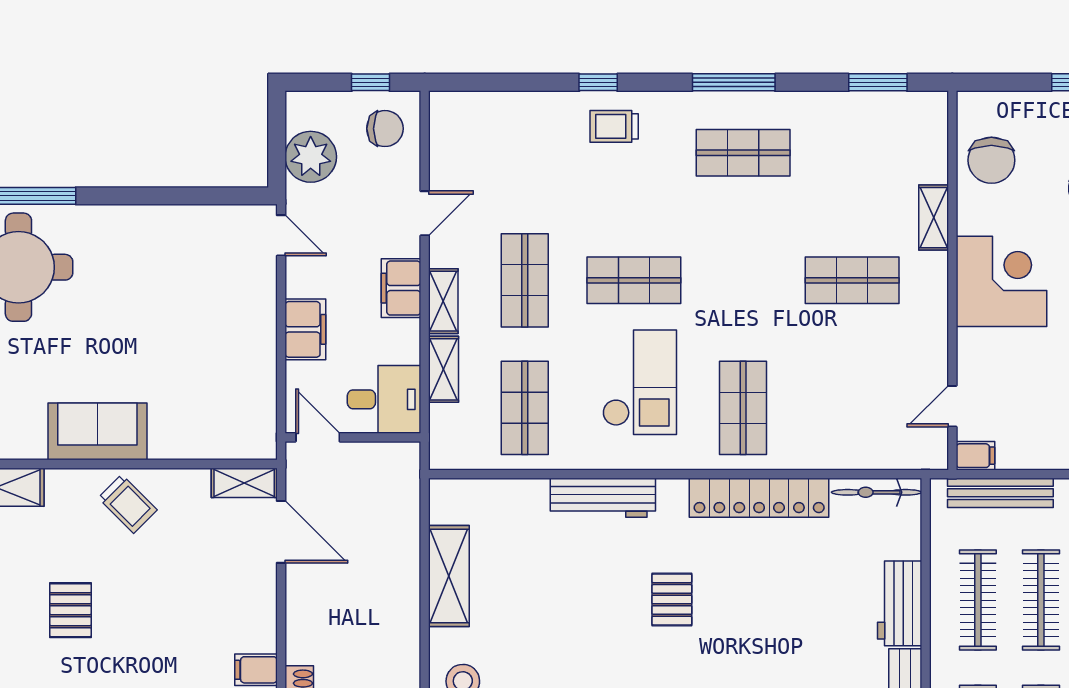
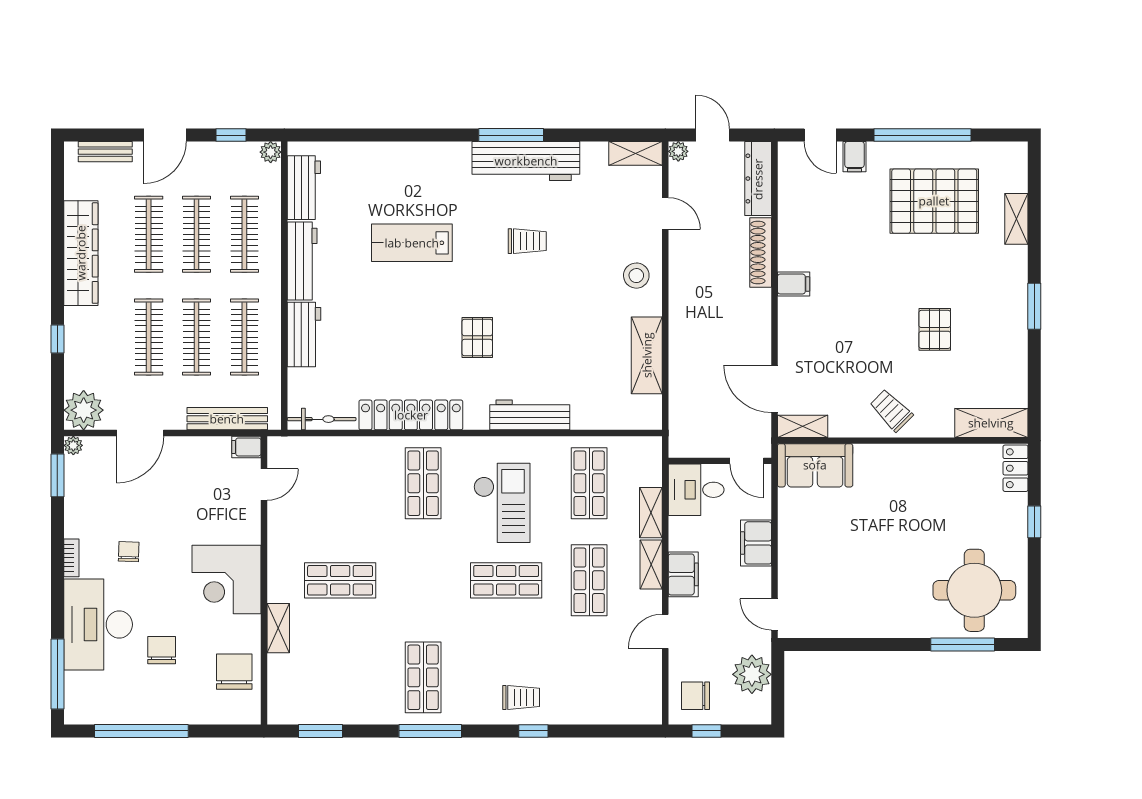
shop shelf: (743, 153) -> (423, 677), turned 90
checkout: (640, 382) -> (502, 503), turned 180
sofa: (97, 431) -> (815, 465), moved

